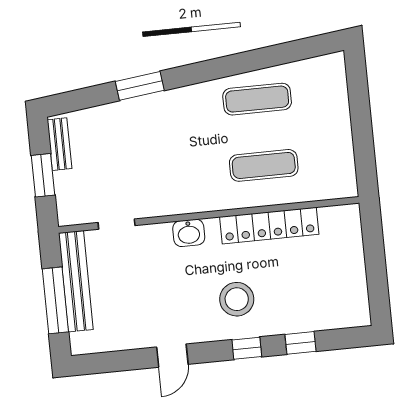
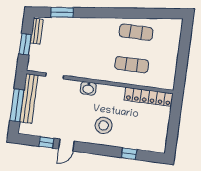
window: (140, 86) -> (62, 12), moved
locker: (269, 226) -> (149, 97), moved
window: (247, 348) -> (46, 142), moved

